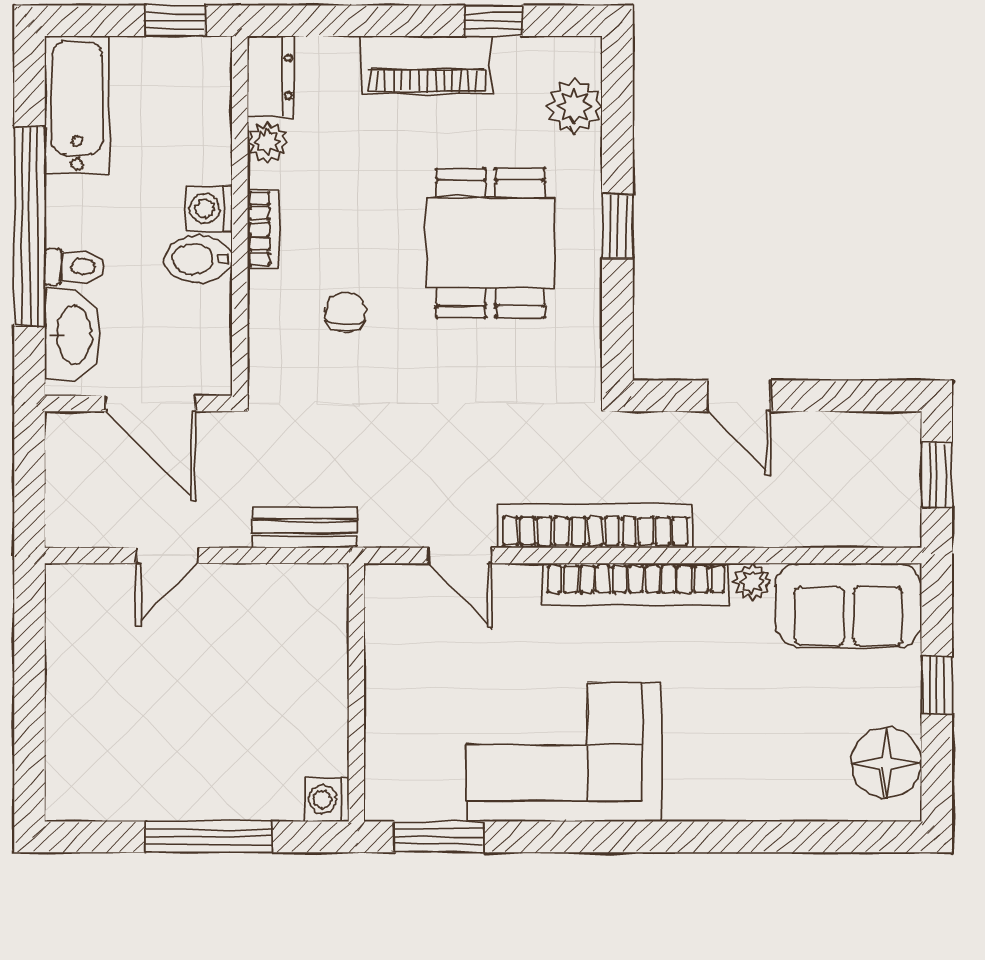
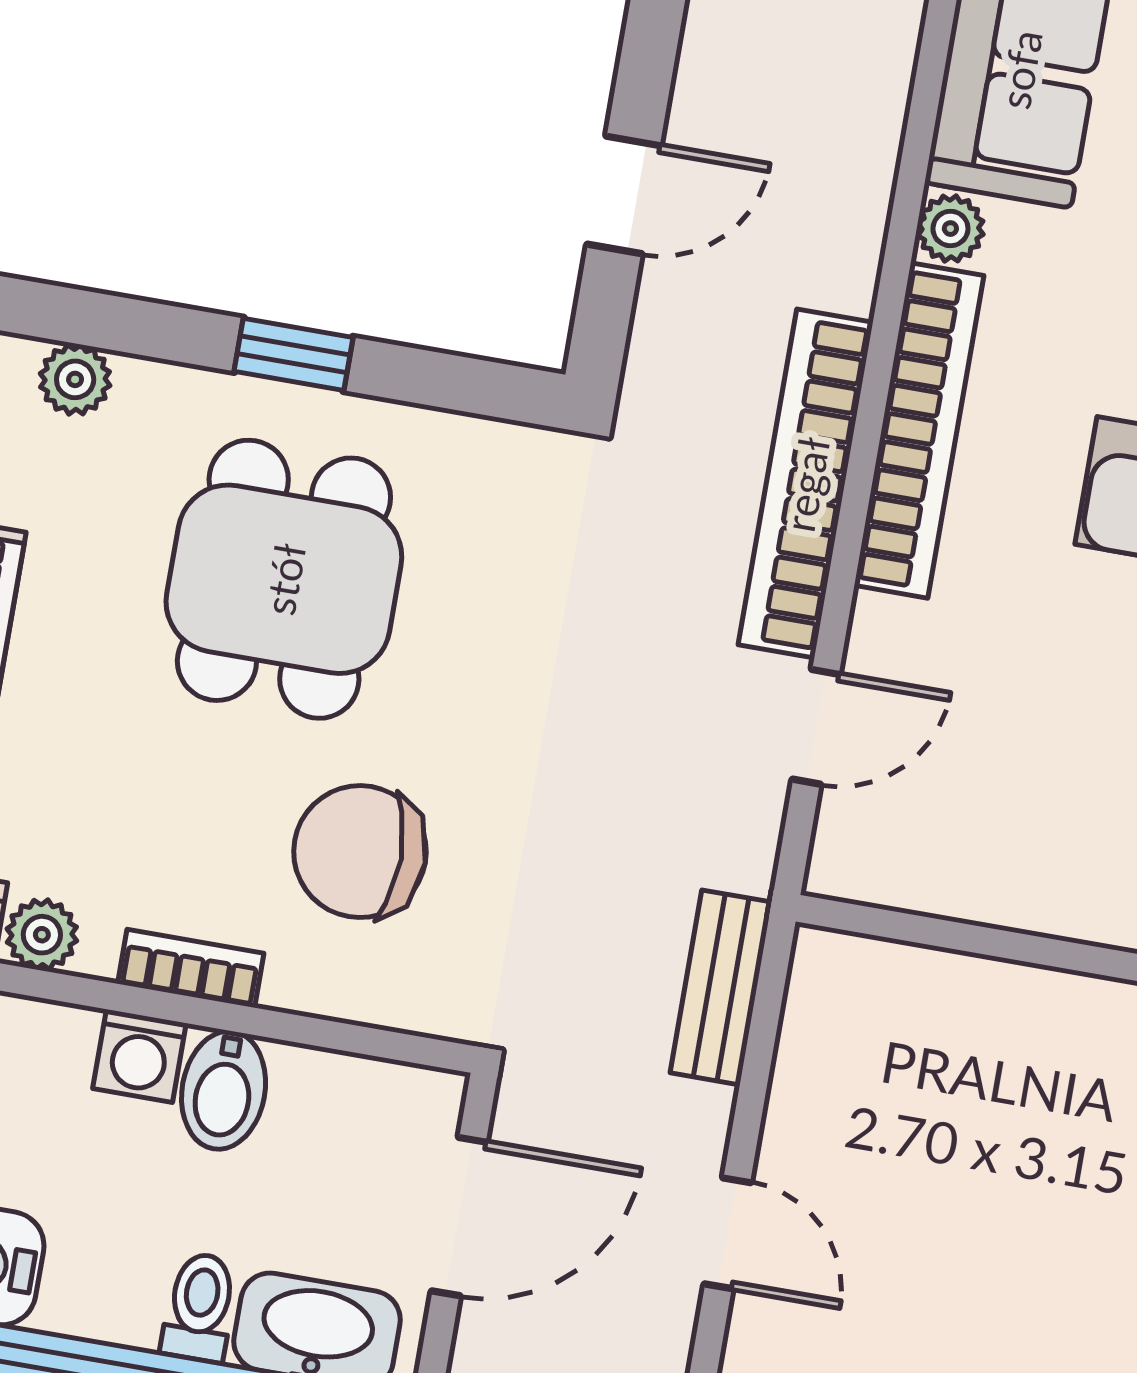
plant: (574, 106) -> (75, 379), width x0.73, depth x0.73
dining table: (490, 243) -> (284, 579), turned 90
chair: (345, 312) -> (360, 852), width x1.87, depth x1.87

